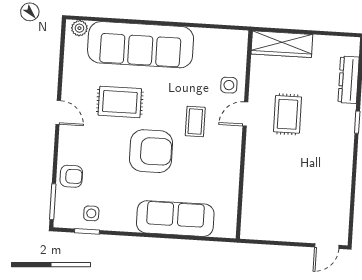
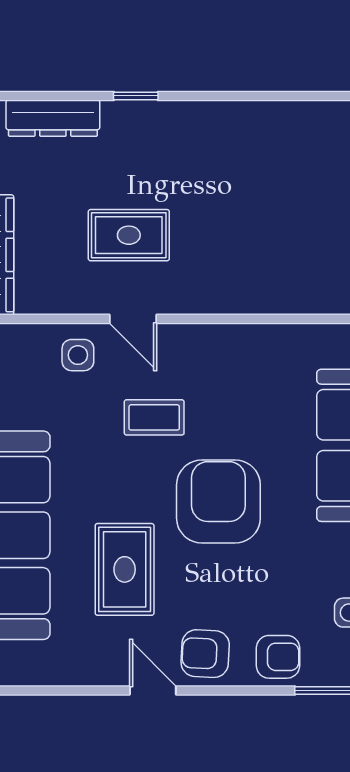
door: (58, 112) -> (153, 690), hinge flipped
armchair: (75, 140) -> (205, 654), added
armchair: (71, 176) -> (278, 657), turned 90

